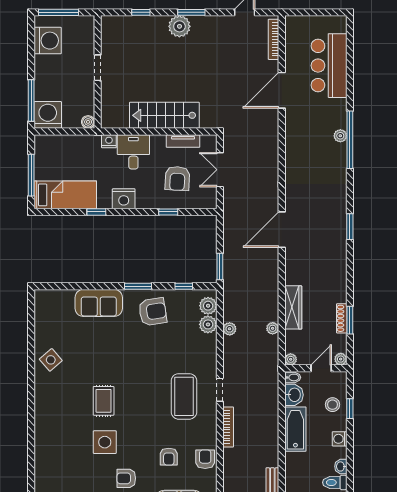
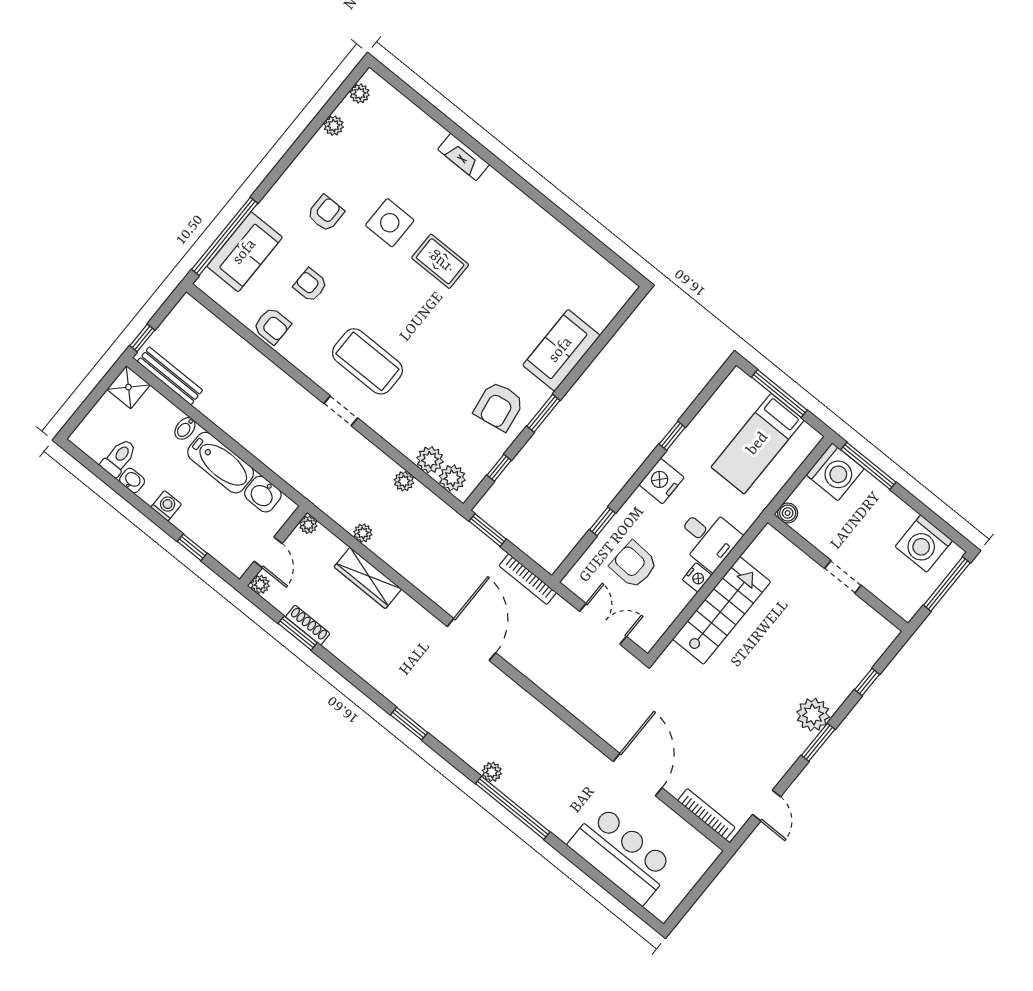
plant: (340, 136) -> (492, 772), moved
nightstand: (109, 141) -> (697, 577), moved
tv unit: (183, 141) -> (673, 608), removed
bed: (65, 195) -> (758, 444), moved
side table: (51, 360) -> (540, 238), removed
bidet: (293, 377) -> (185, 428), moved
stool: (332, 405) -> (214, 531), removed
bookcase: (228, 427) -> (528, 579), moved
fireplace: (41, 432) -> (464, 157), added

